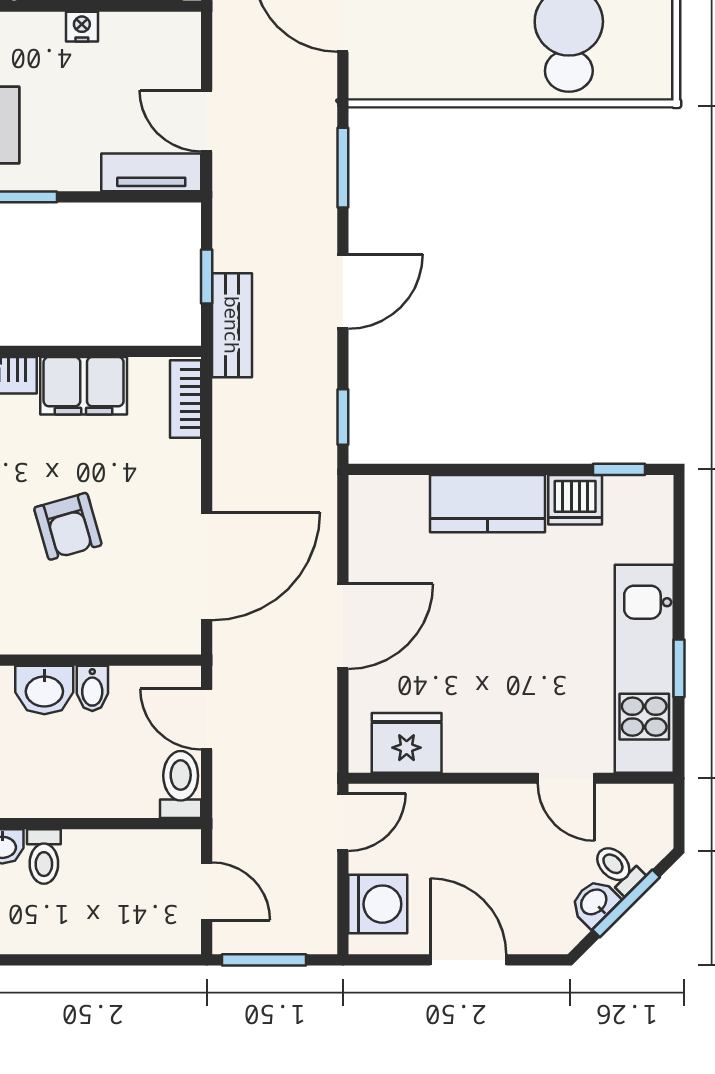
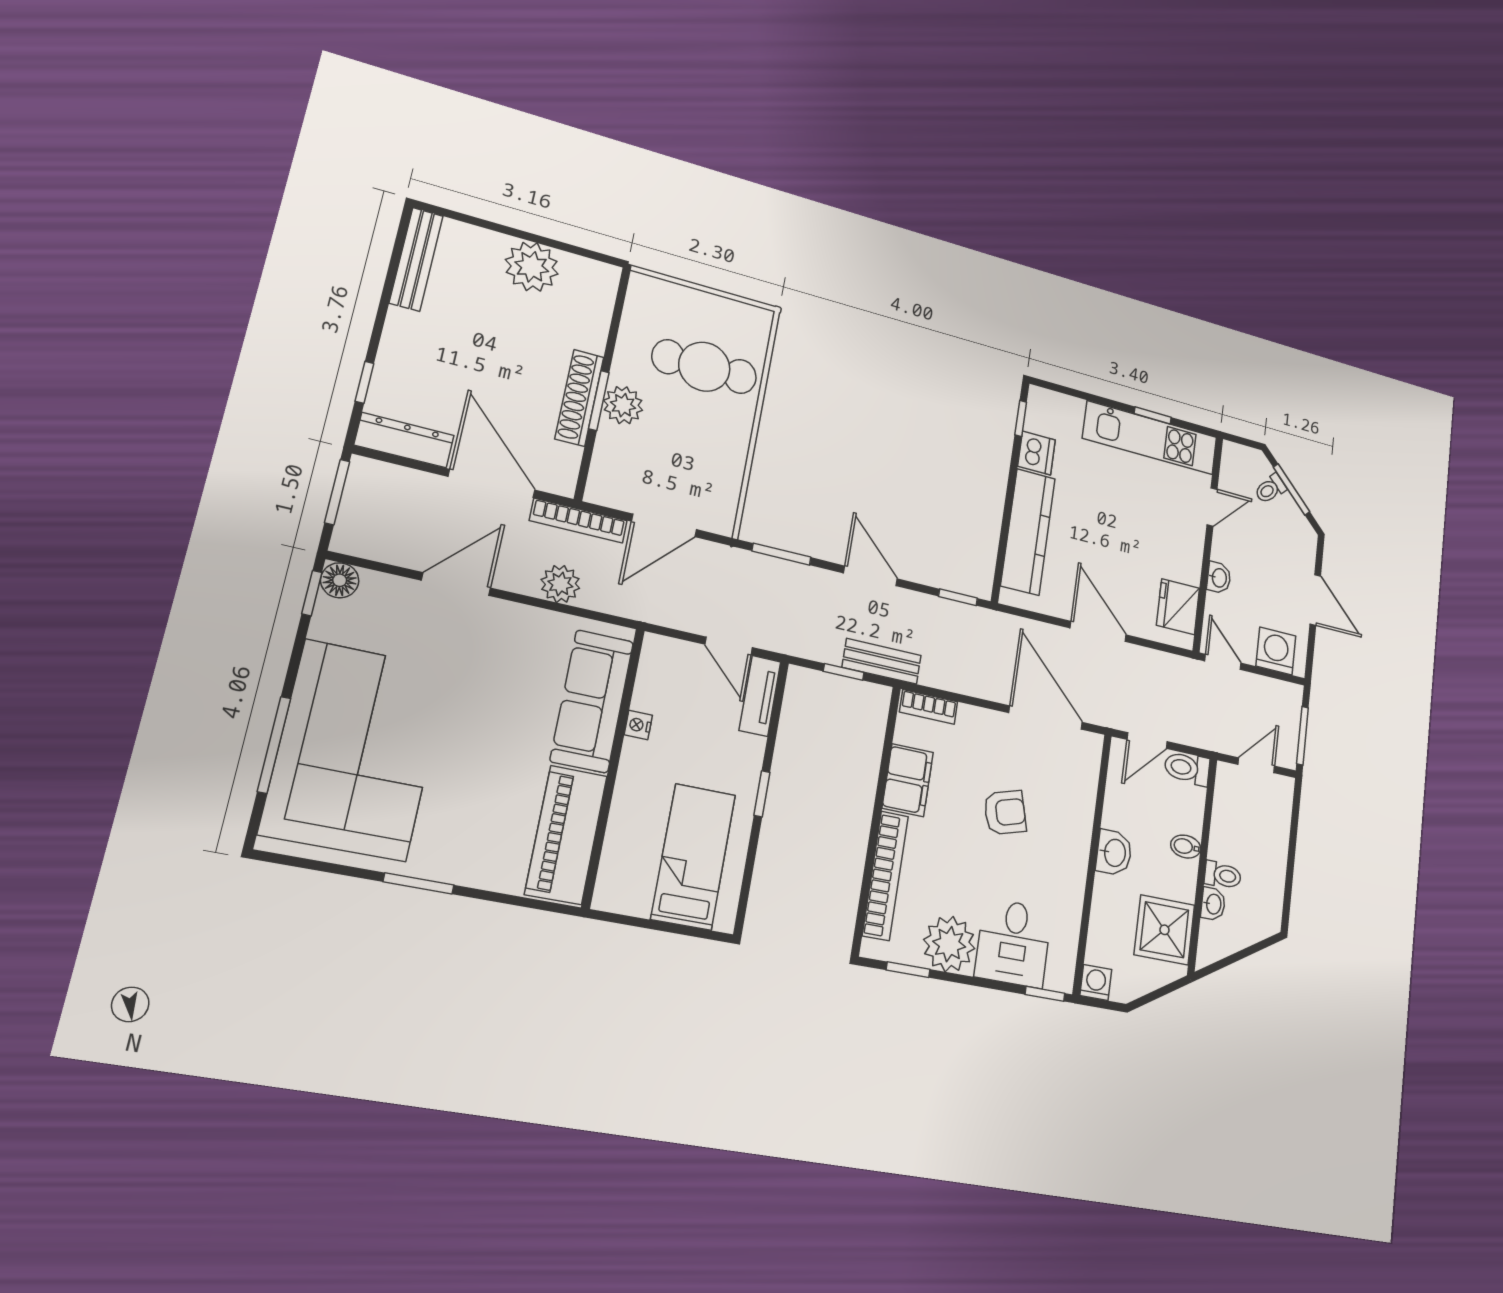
door: (207, 121) -> (729, 646), hinge flipped
kitchen counter: (487, 504) -> (1028, 532), width x1.50
bidet: (92, 688) -> (1186, 847), moved, turned 180
washbasin: (594, 903) -> (1219, 578), moved, turned -135
door: (468, 960) -> (1315, 600), swing flipped

